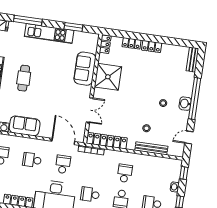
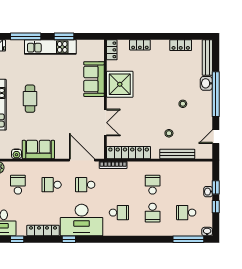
window: (73, 27) -> (64, 36), moved
locker: (152, 46) -> (181, 45), moved
bench: (192, 60) -> (207, 58), width x1.36
washbasin: (185, 104) -> (206, 83), moved
school desk: (63, 164) -> (85, 185), turned -90
window: (184, 173) -> (216, 187), moved
school desk: (90, 194) -> (119, 213), turned 180

